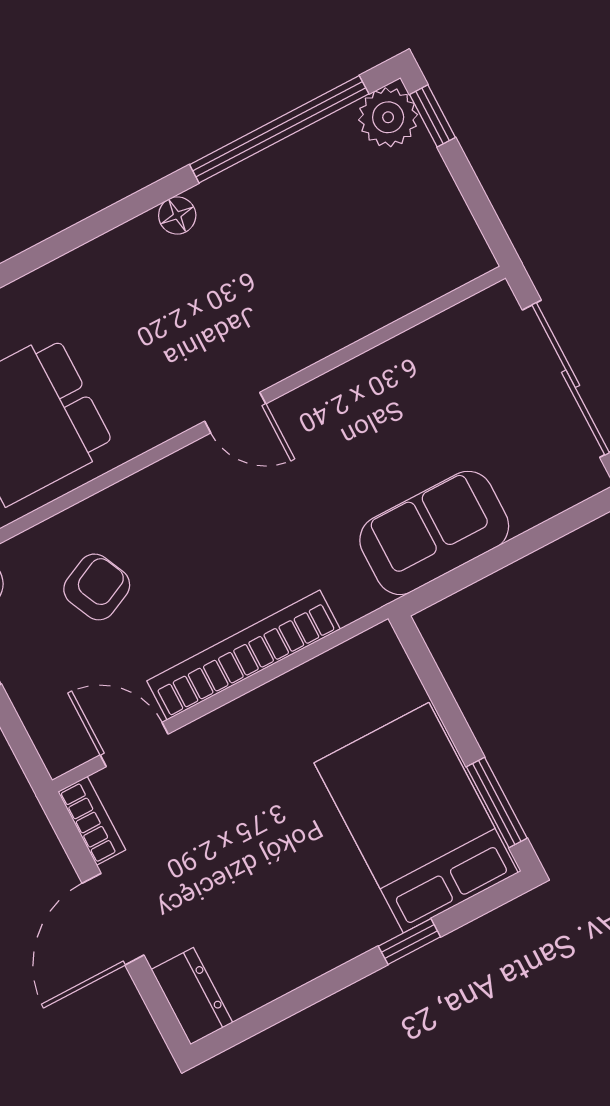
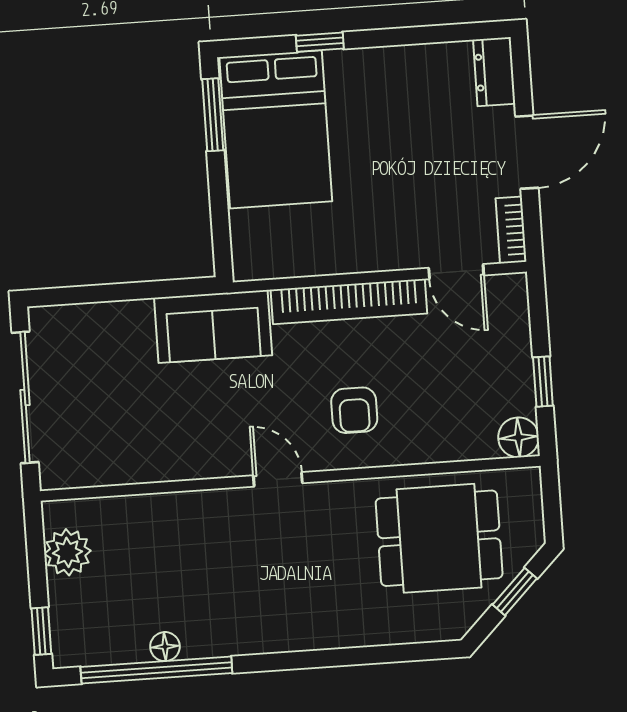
plant: (388, 117) -> (68, 552), moved
floor lamp: (177, 215) -> (165, 647), moved
sofa: (434, 533) -> (213, 326), moved
armchair: (97, 587) -> (354, 410), moved, turned -65

